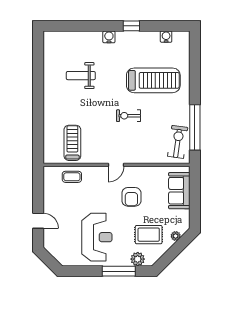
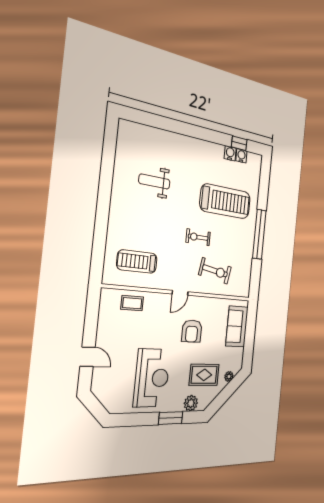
window: (131, 26) -> (239, 143), moved
water cooler: (109, 37) -> (230, 153), moved
window: (195, 127) -> (259, 234), moved
exercise bike: (178, 142) -> (215, 271), moved, turned 92
treadmill: (72, 143) -> (137, 262), turned -90
window: (119, 271) -> (171, 418), width x0.69

